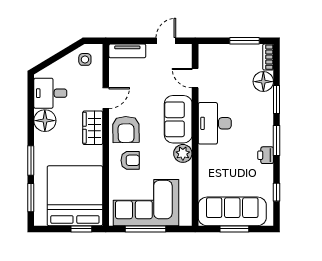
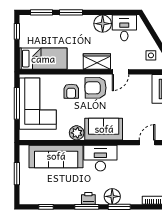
door: (195, 78) -> (147, 143), moved
floor lamp: (263, 82) -> (112, 196), moved
door: (106, 98) -> (121, 72), hinge flipped
printer: (266, 155) -> (88, 198), moved
bed: (75, 196) -> (43, 59), width x0.49
sofa: (232, 211) -> (56, 156), moved, turned 90
window: (81, 229) -> (17, 31), moved

